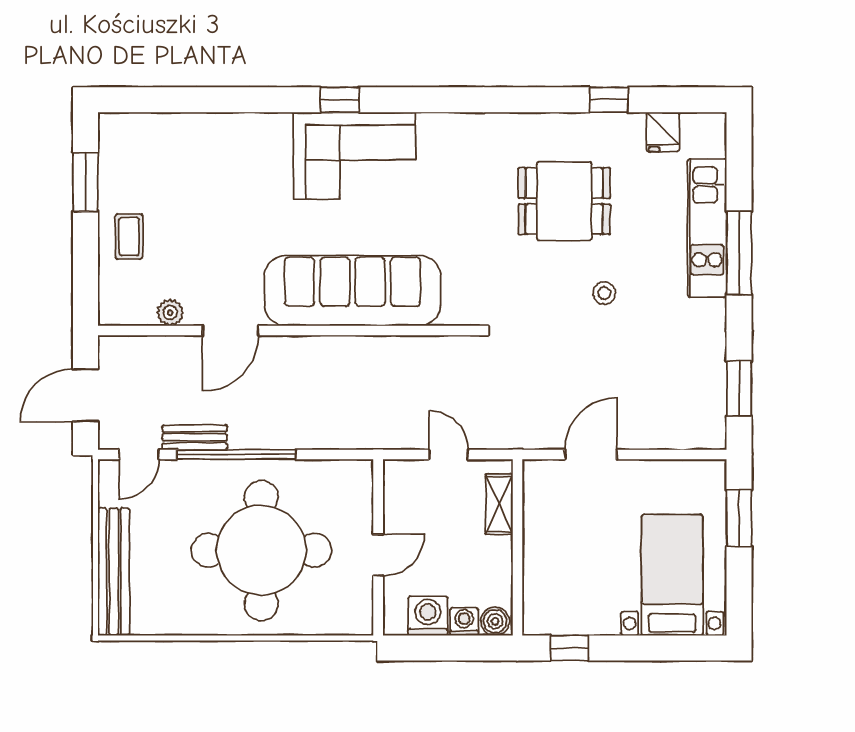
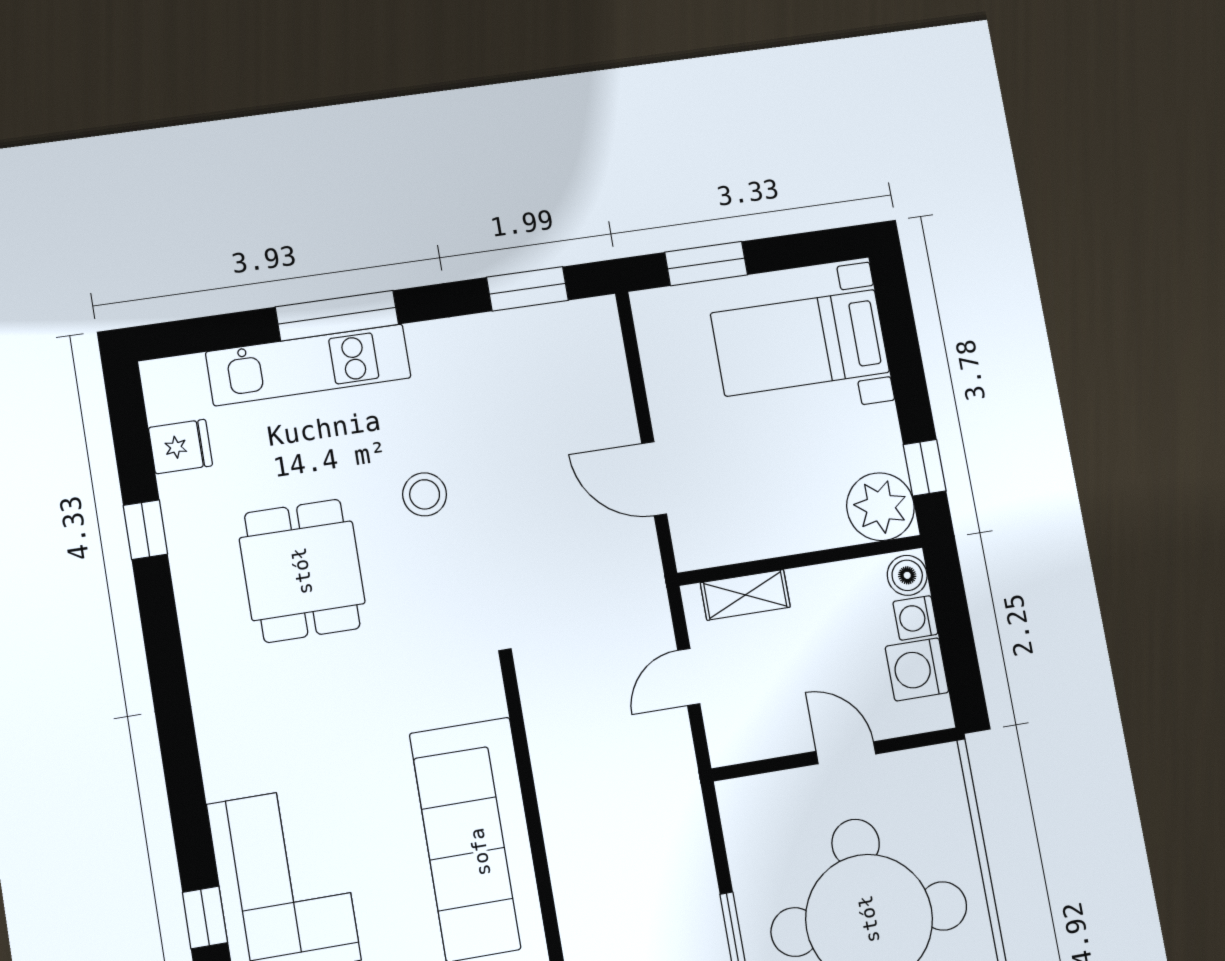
stool: (604, 293) -> (425, 494), width x1.37, depth x1.37
plant: (547, 611) -> (880, 507), added

